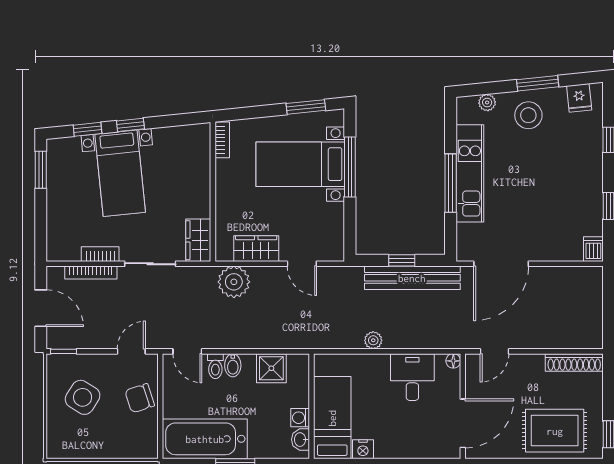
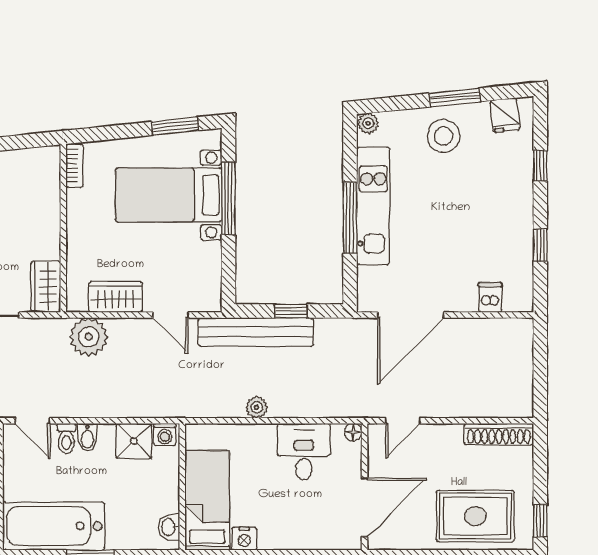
plant: (487, 103) -> (368, 123), moved
dishwasher: (593, 249) -> (490, 297), moved
bench: (412, 278) -> (256, 332), moved
washing machine: (300, 418) -> (165, 434), moved, turned -90

